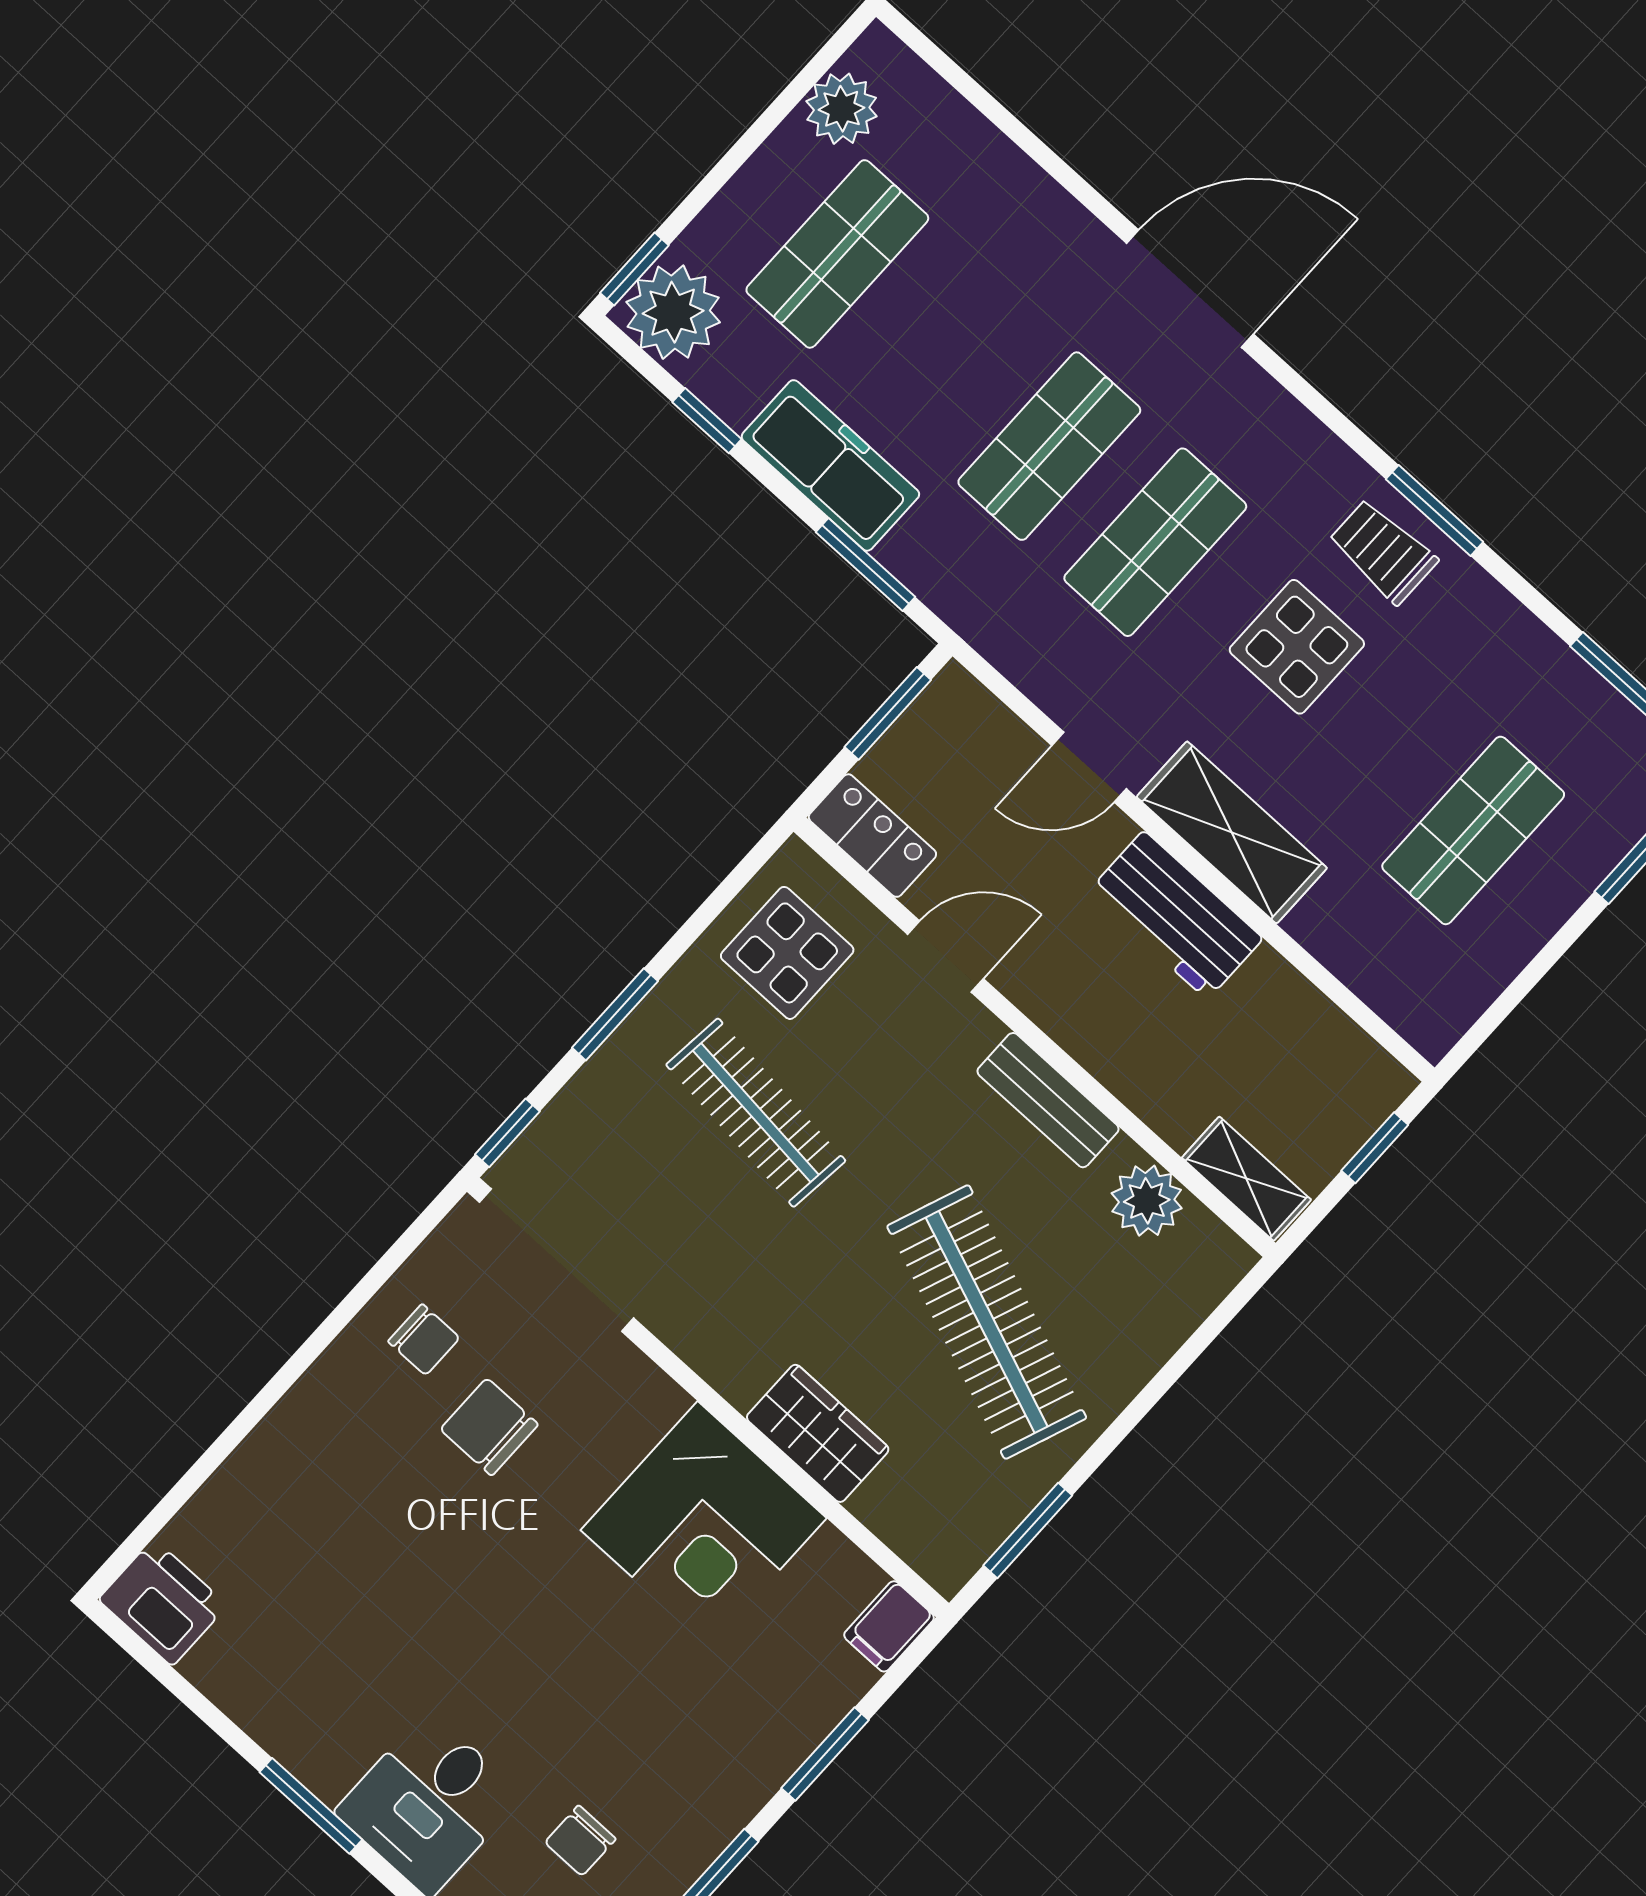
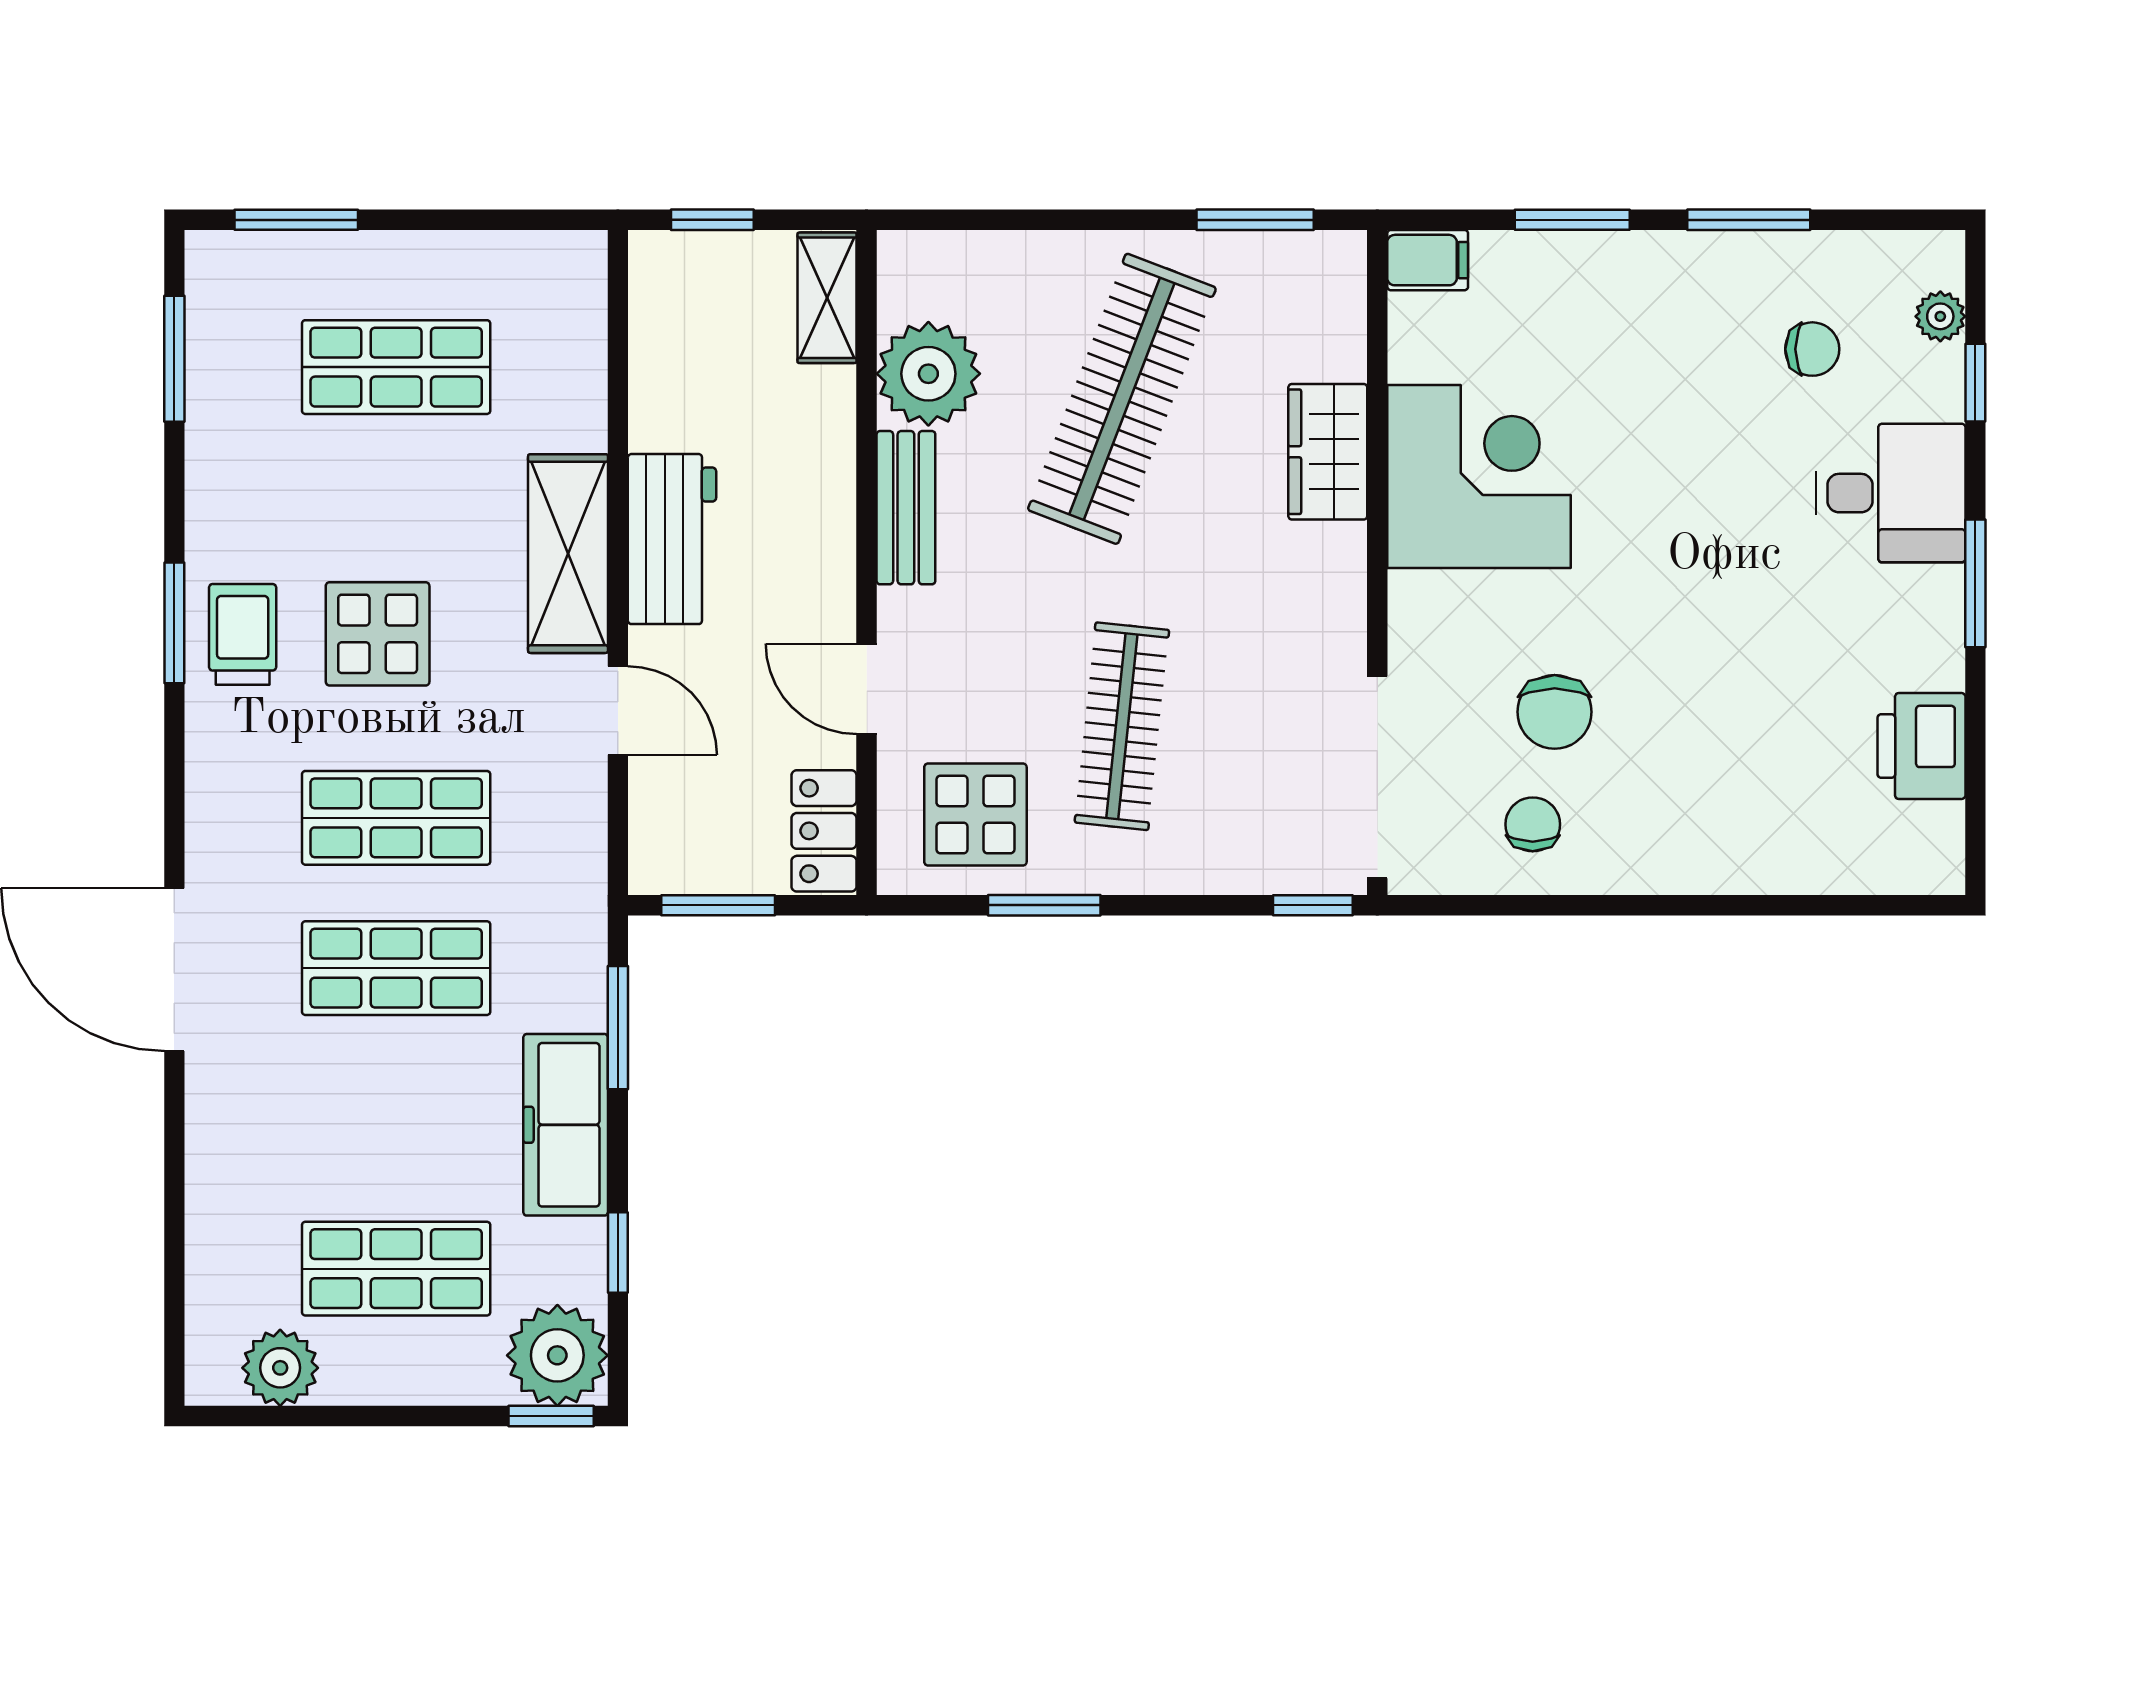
trolley: (1383, 551) -> (243, 634), turned 180
window: (615, 1014) -> (1044, 905), moved
plant: (1147, 1201) -> (928, 374), width x1.36, depth x1.36
printer: (163, 1602) -> (1921, 746), moved

